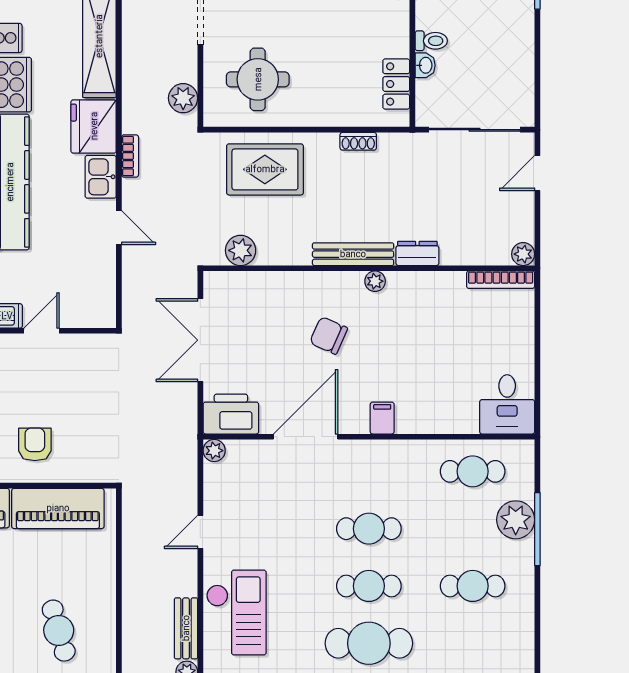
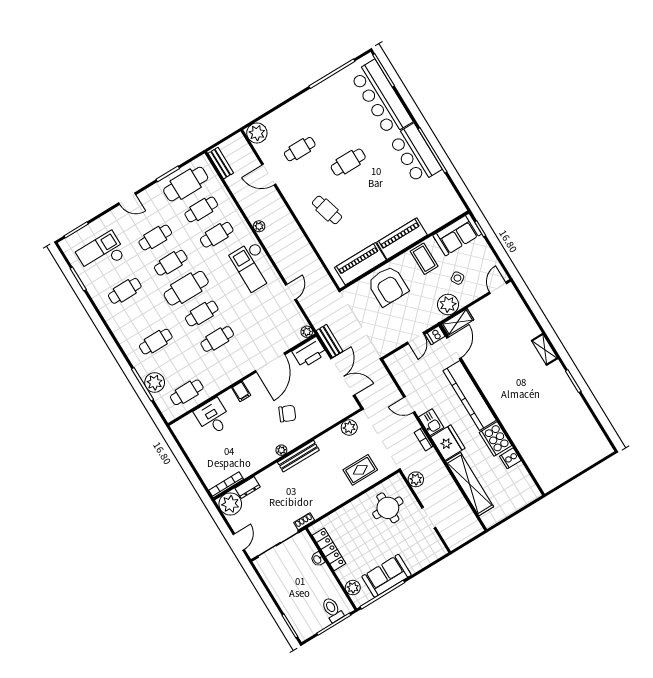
toilet: (431, 41) -> (321, 572), removed
locker: (396, 84) -> (329, 549), width x1.53
shoe rack: (358, 141) -> (304, 521), moved
rug: (265, 169) -> (360, 470), width x0.73, depth x0.70
dresser: (417, 253) -> (248, 488), moved
plant: (523, 254) -> (230, 504), width x1.87, depth x1.87
desk: (507, 404) -> (213, 417), moved
armchair: (35, 444) -> (388, 286), width x1.88, depth x1.88
bench: (186, 628) -> (330, 341), moved

